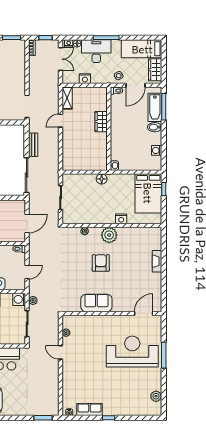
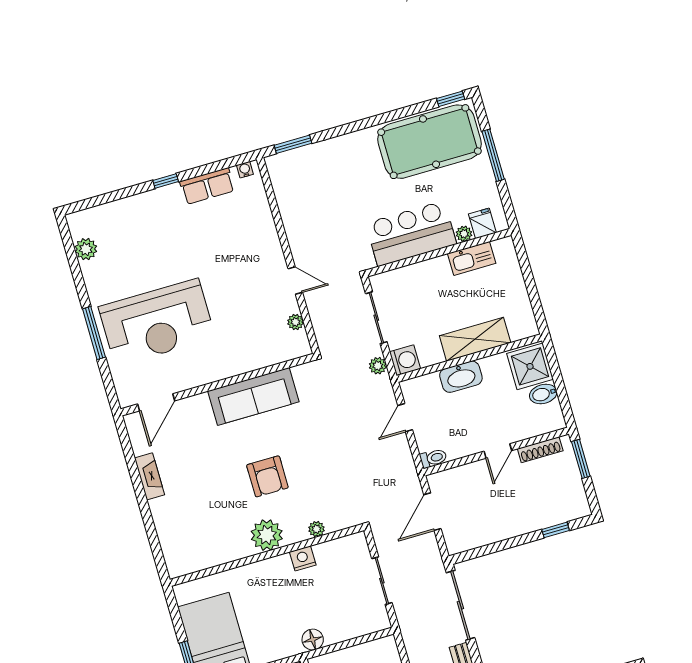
nightstand: (121, 219) -> (303, 558), moved
fireplace: (157, 261) -> (150, 476), moved
sofa: (96, 303) -> (253, 396), width x1.36

